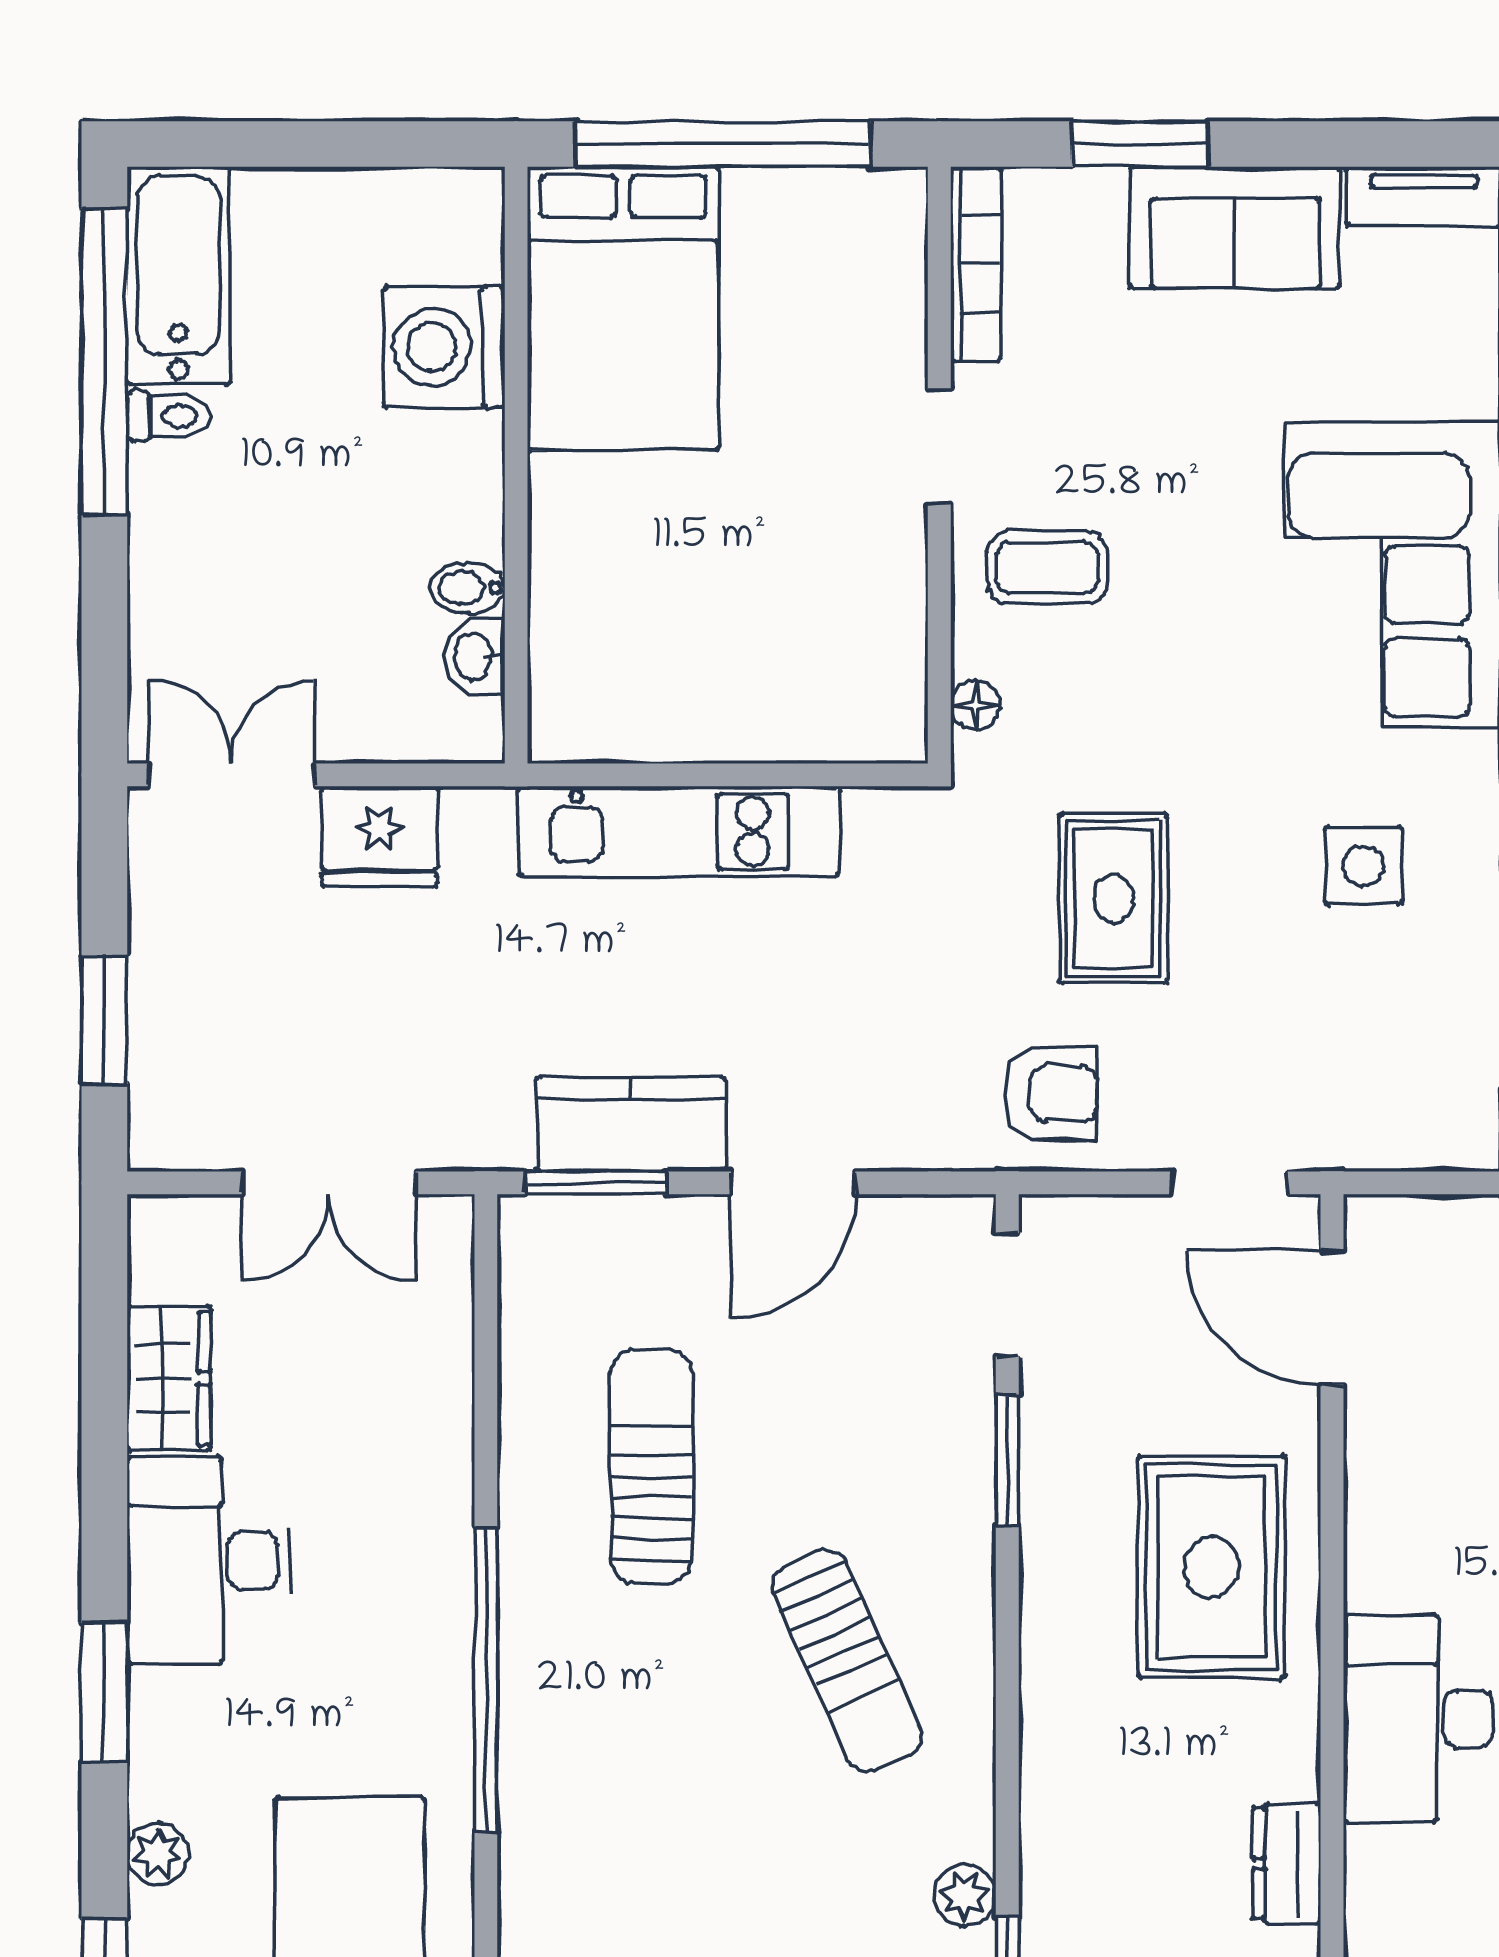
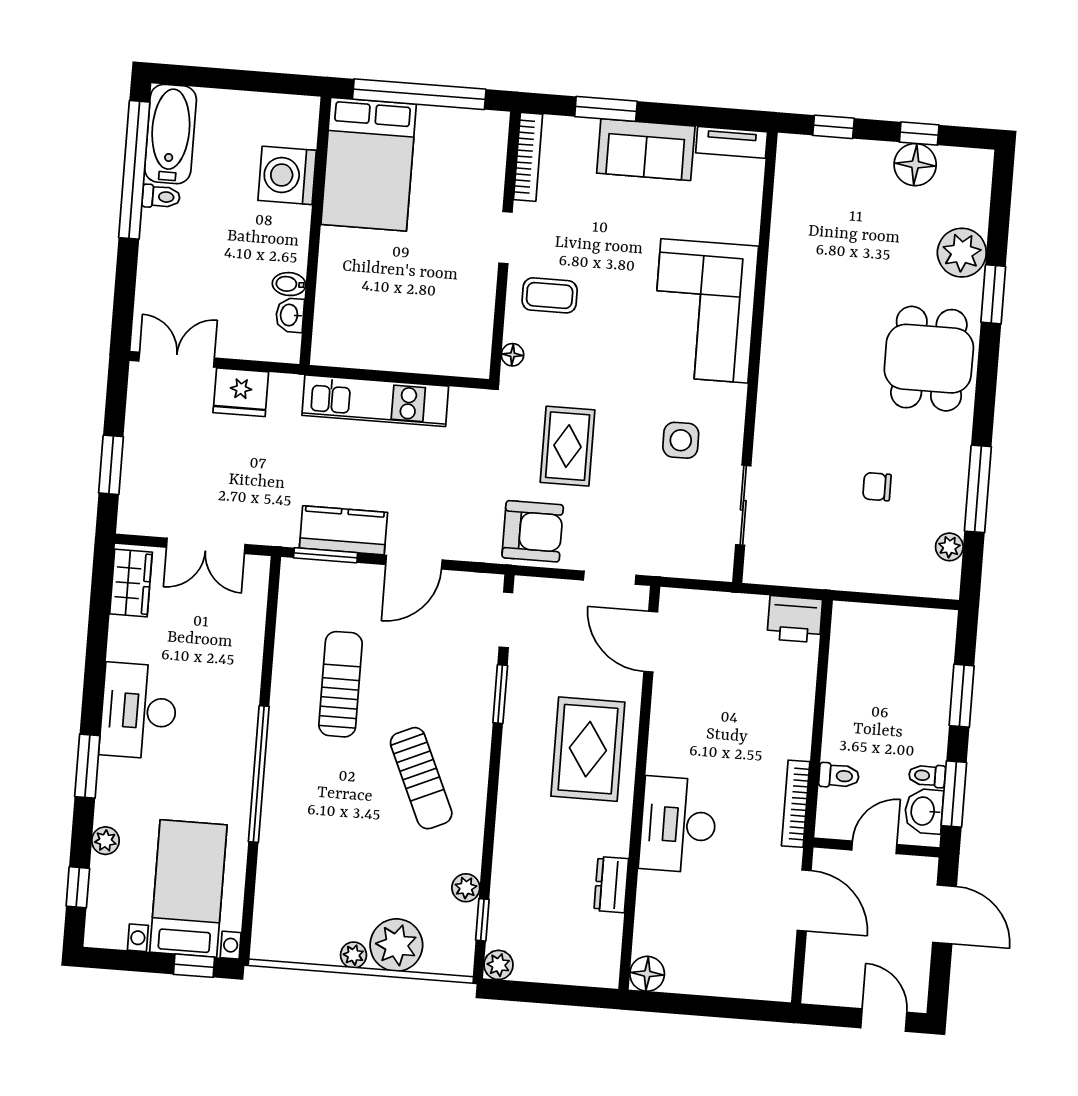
armchair: (1051, 1094) -> (533, 531), width x1.38, depth x1.38
wardrobe: (169, 1378) -> (131, 583), moved

